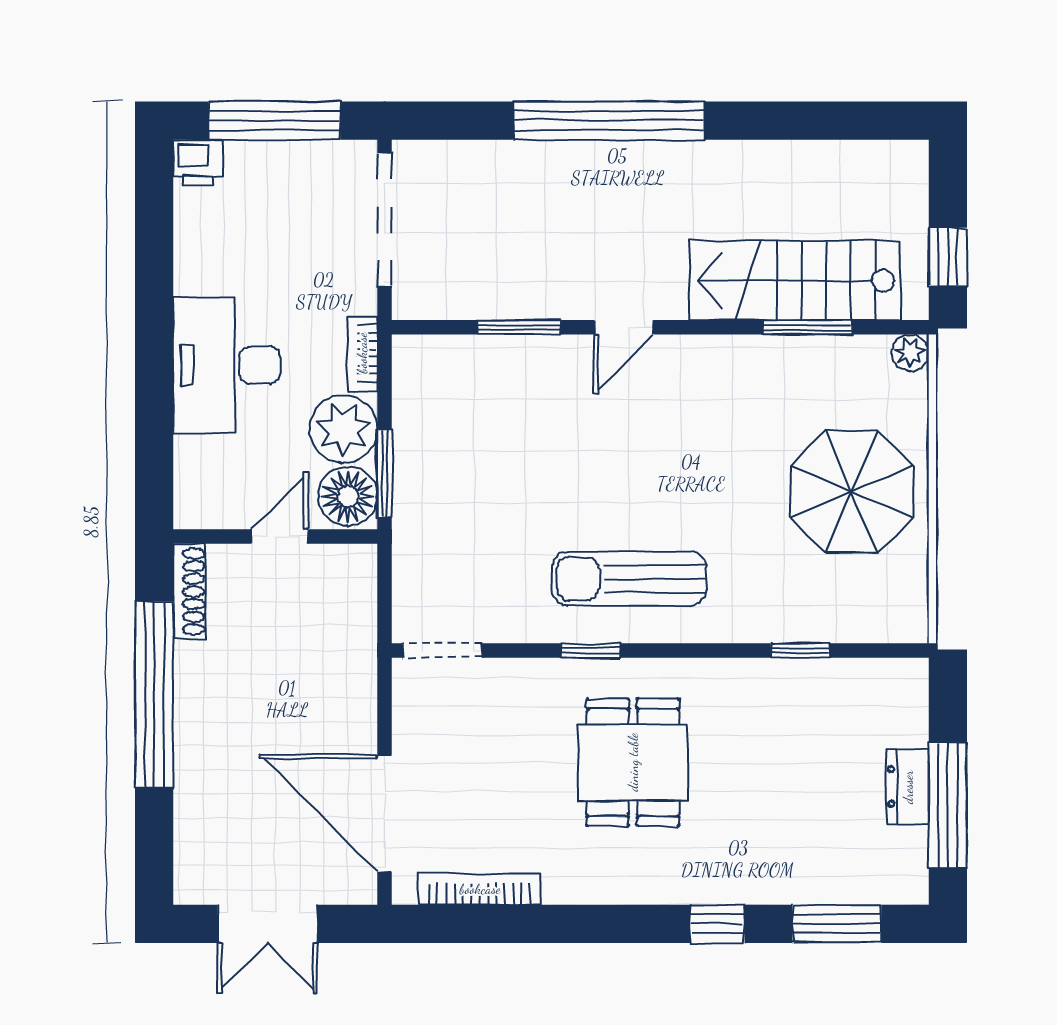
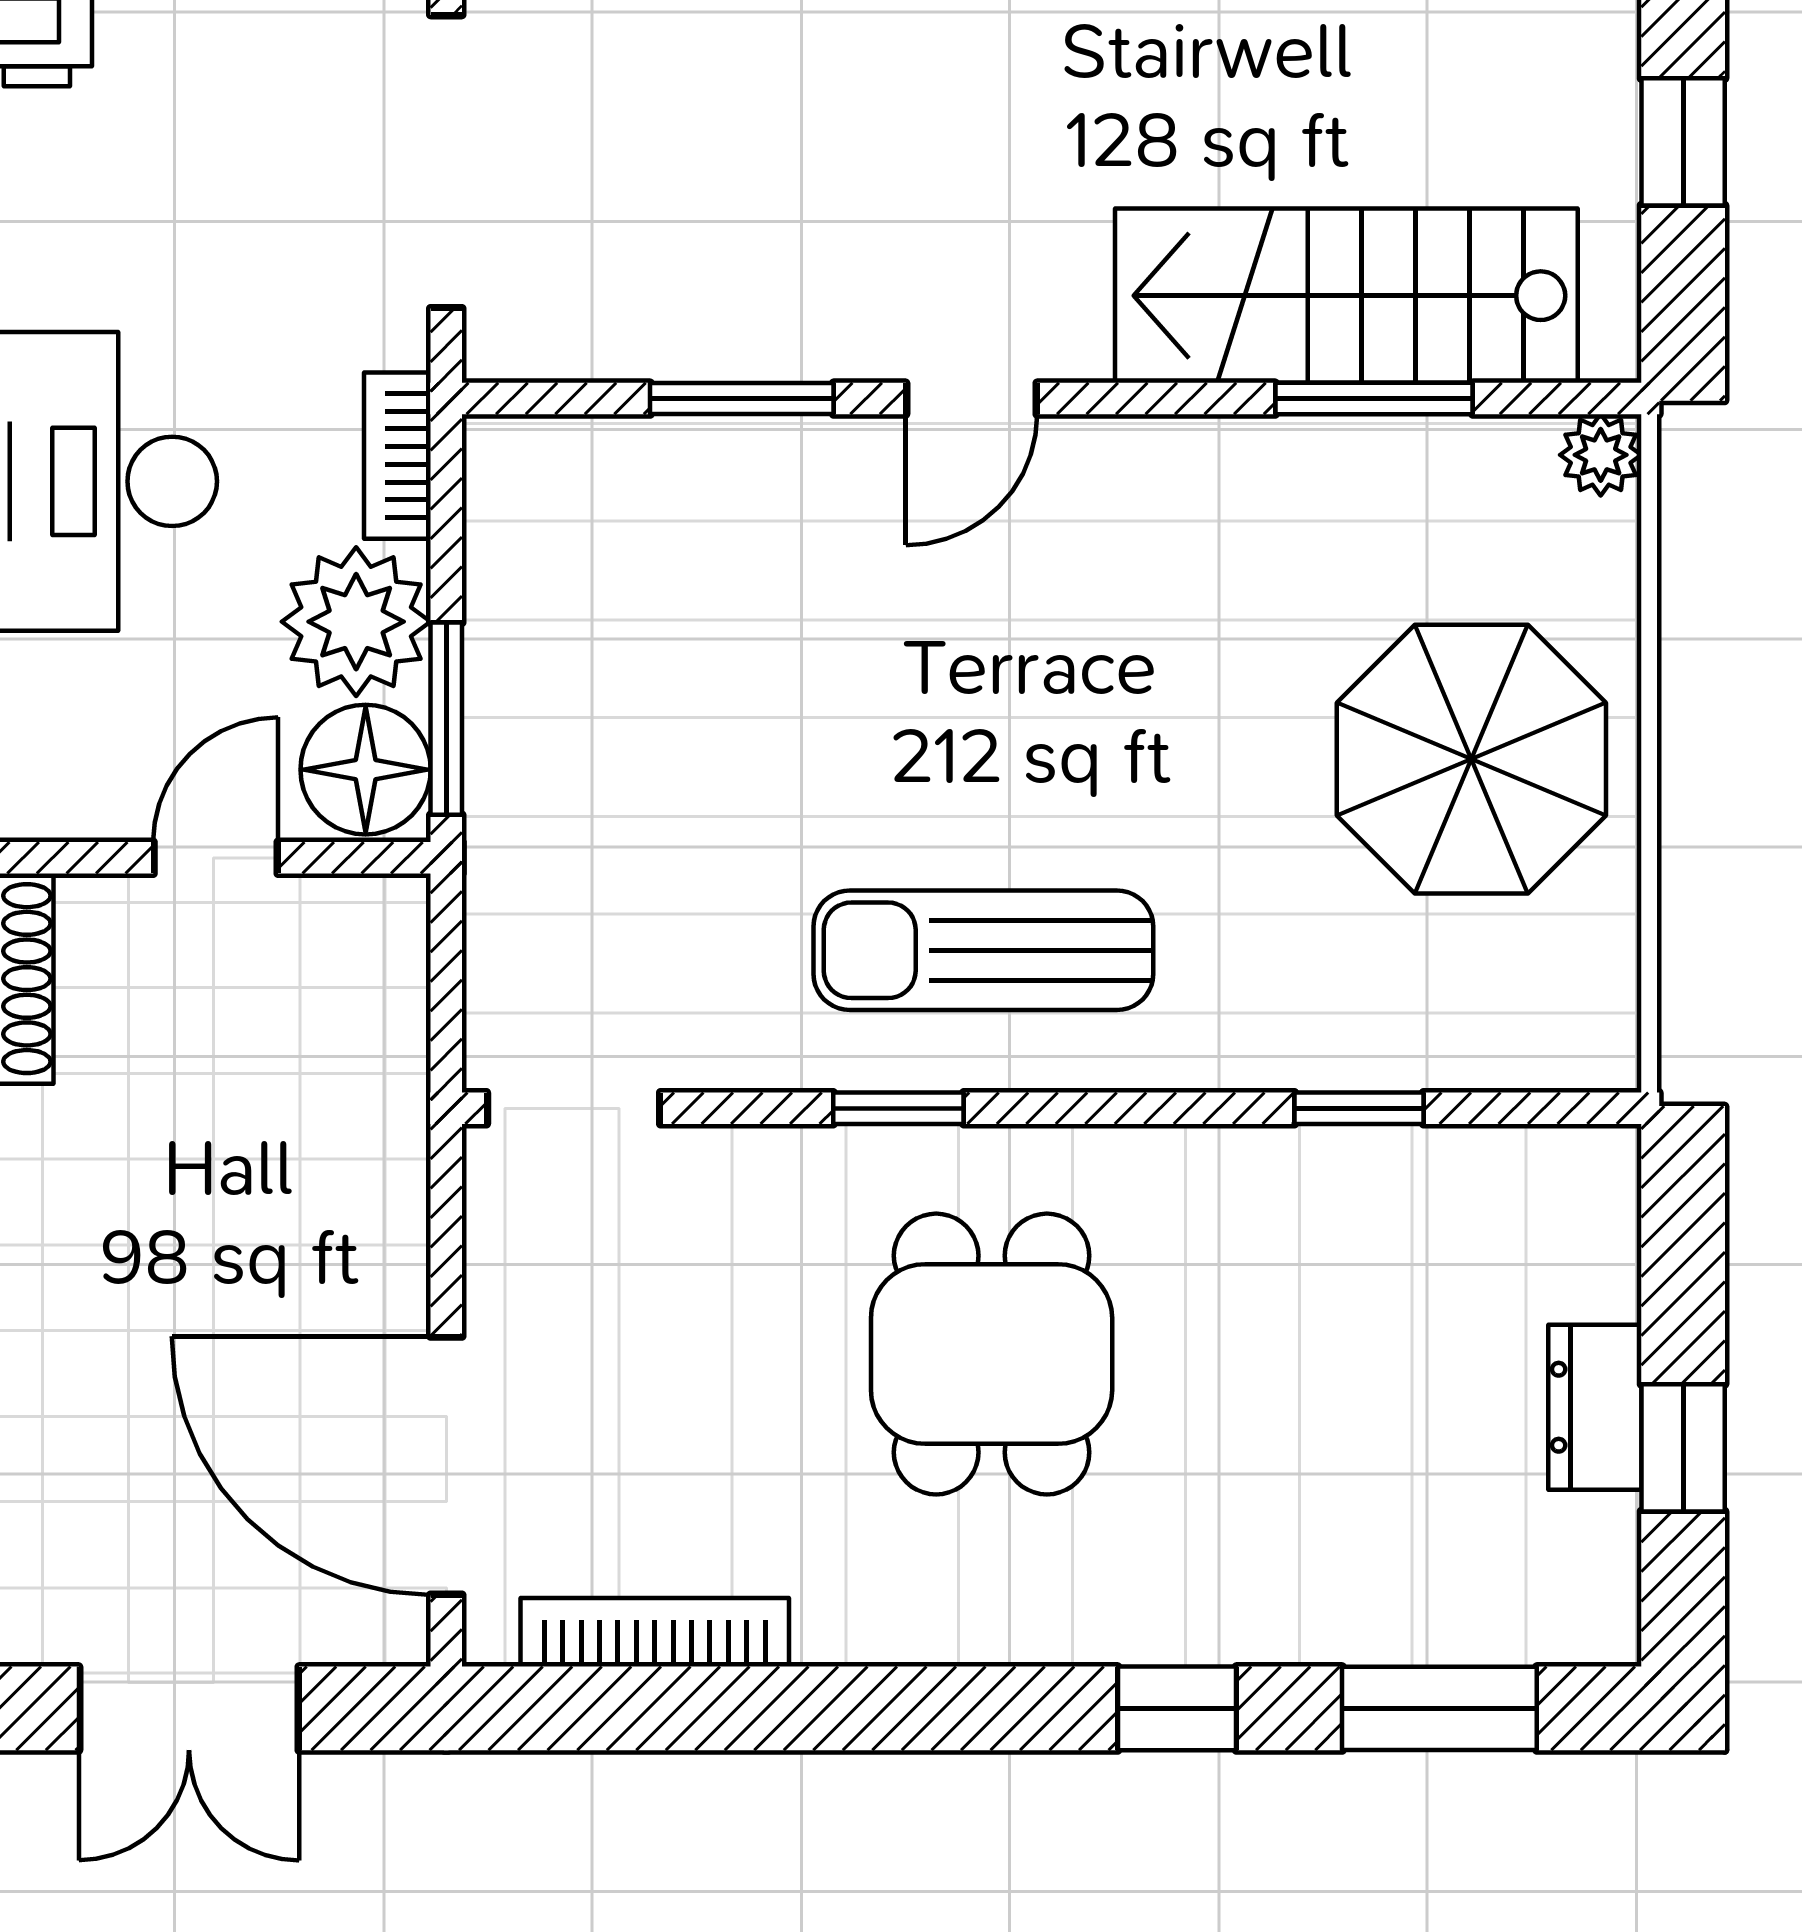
window: (948, 257) -> (1683, 142), moved
window: (948, 805) -> (1683, 1448), width x0.46

